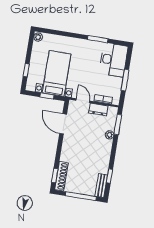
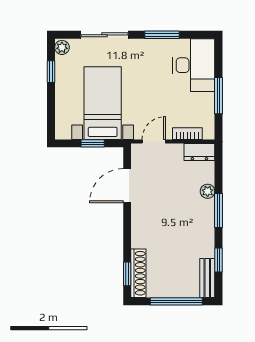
sliding door: (64, 34) -> (104, 35), added
window: (26, 70) -> (51, 72), moved
door: (83, 101) -> (154, 141), hinge flipped
dresser: (98, 109) -> (199, 152), moved
door: (63, 124) -> (127, 186), hinge flipped
window: (118, 124) -> (219, 210), moved

